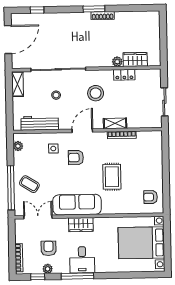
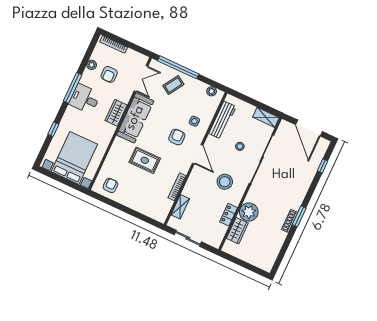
plant: (117, 62) -> (249, 212), width x1.87, depth x1.87
shelving: (115, 123) -> (180, 207), moved
armchair: (49, 248) -> (109, 74), turned 90
window: (38, 277) -> (53, 129), moved

